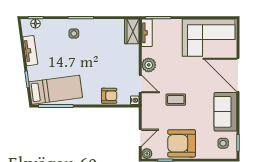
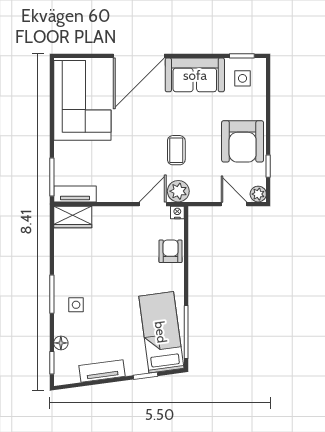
floor lamp: (35, 24) -> (61, 343), moved
plant: (149, 65) -> (178, 191), moved

